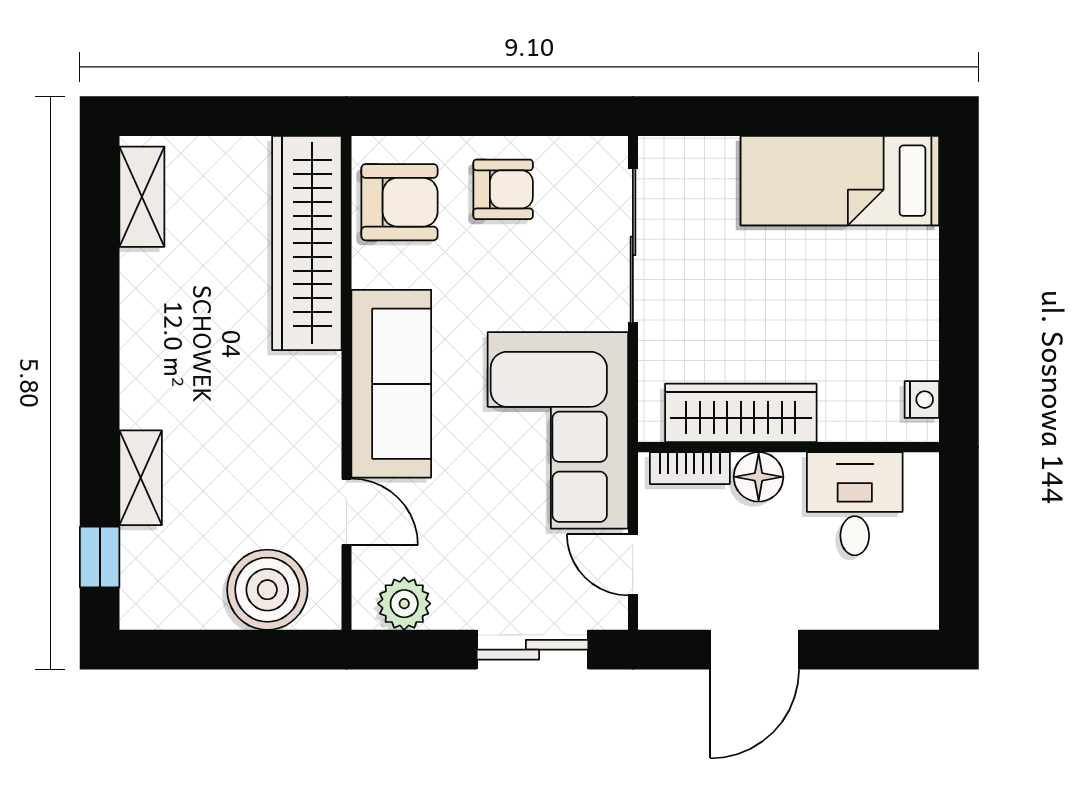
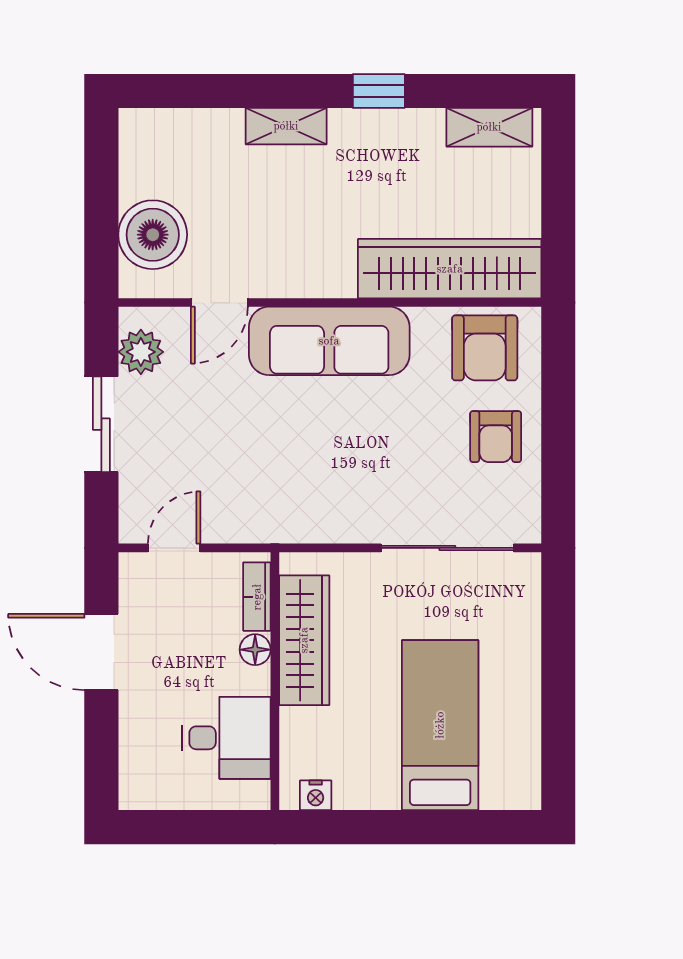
bed: (840, 181) -> (440, 725), moved
corner sofa: (558, 430) -> (289, 484), removed
floor lamp: (759, 477) -> (255, 650), width x0.73, depth x0.73
shelving: (141, 478) -> (286, 126), moved
window: (100, 557) -> (379, 91), moved
sliding door: (532, 650) -> (101, 424), moved

